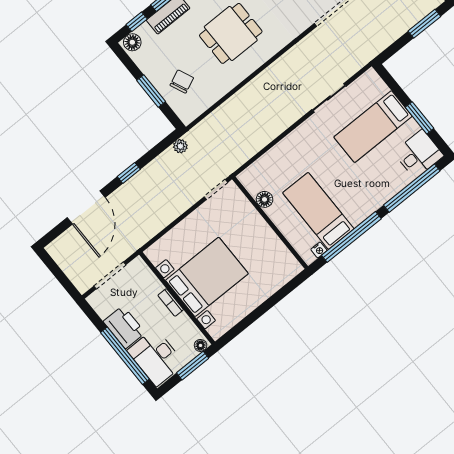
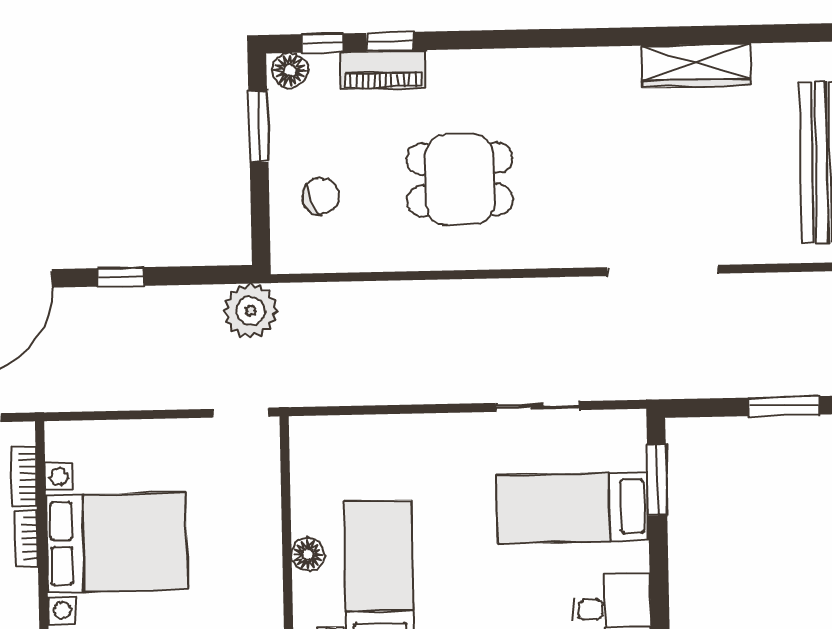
window: (151, 91) -> (258, 127), moved
window: (419, 118) -> (657, 480), moved
plant: (180, 146) -> (251, 311), width x1.87, depth x1.87
floor lamp: (264, 199) -> (308, 555), moved
bookcase: (151, 279) -> (24, 477), added

